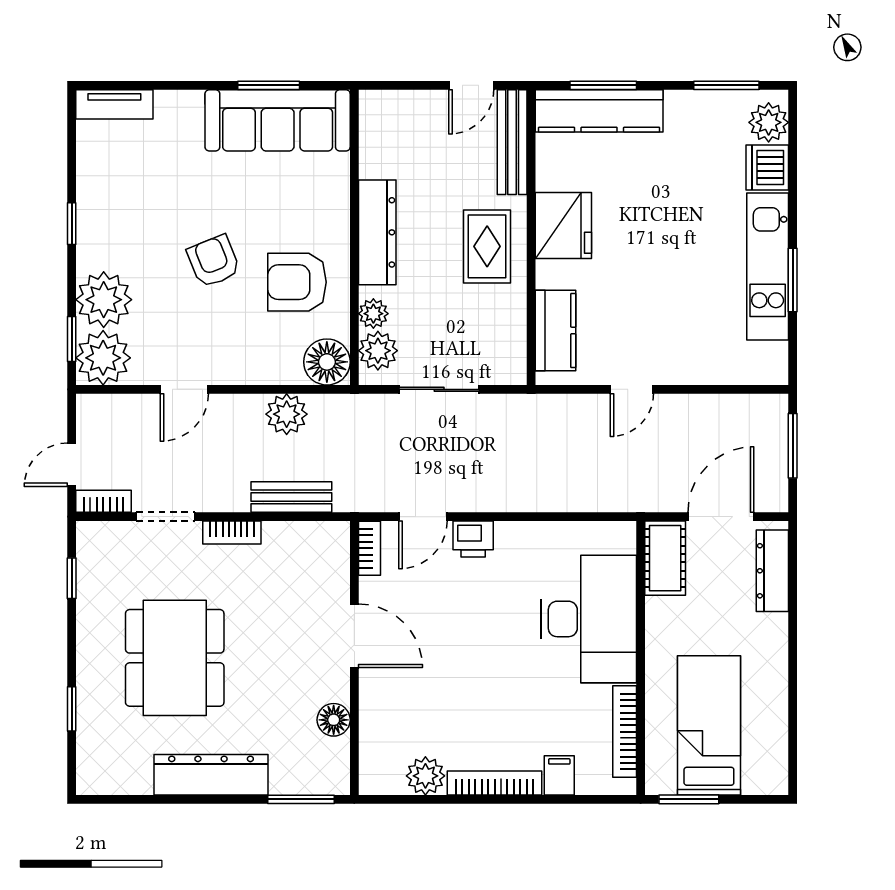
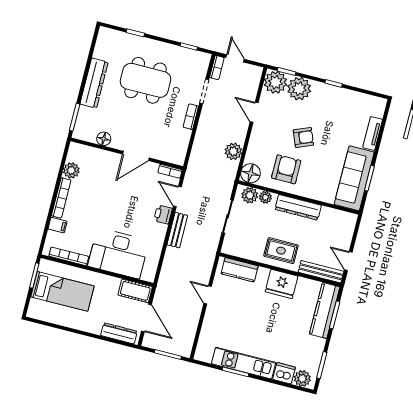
tv unit: (114, 104) -> (373, 133), moved
bench: (291, 497) -> (177, 230), moved

